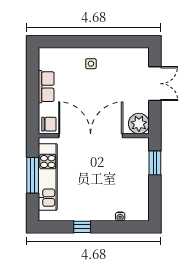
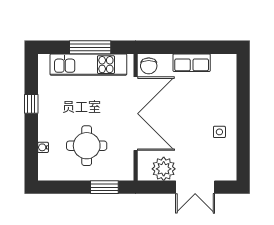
side table: (91, 64) -> (219, 132), moved
plant: (139, 124) -> (164, 169), moved
round table: (119, 178) -> (87, 146), added

